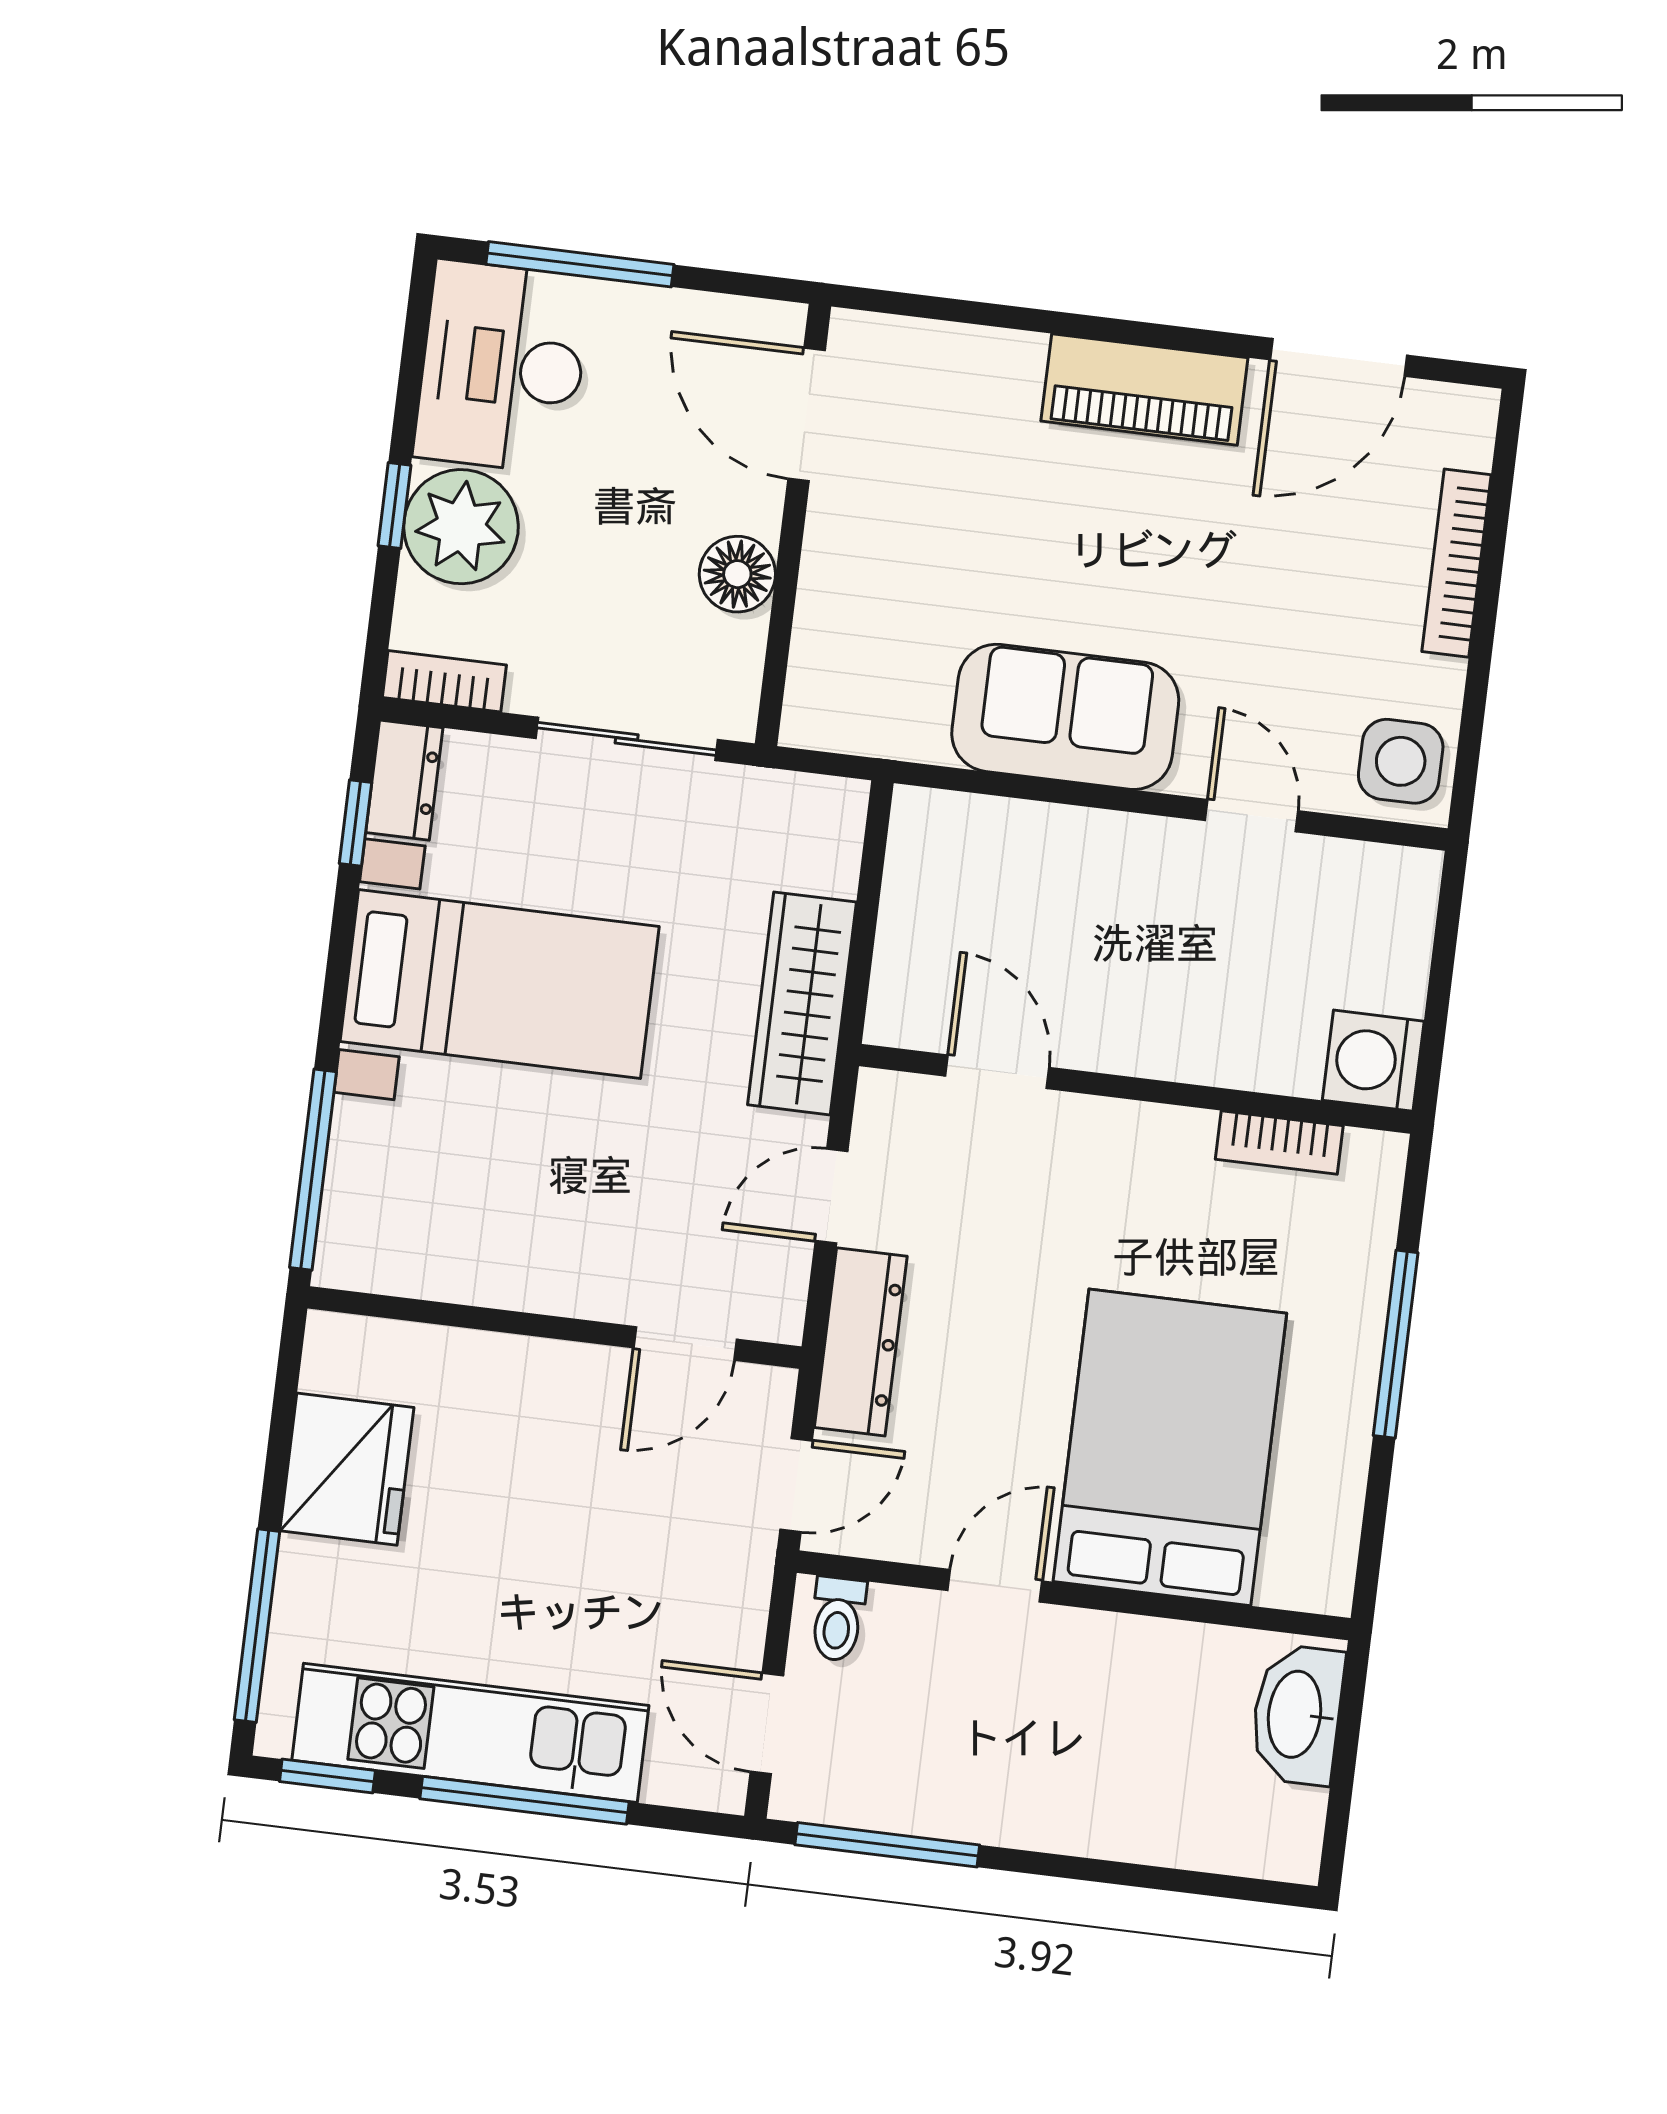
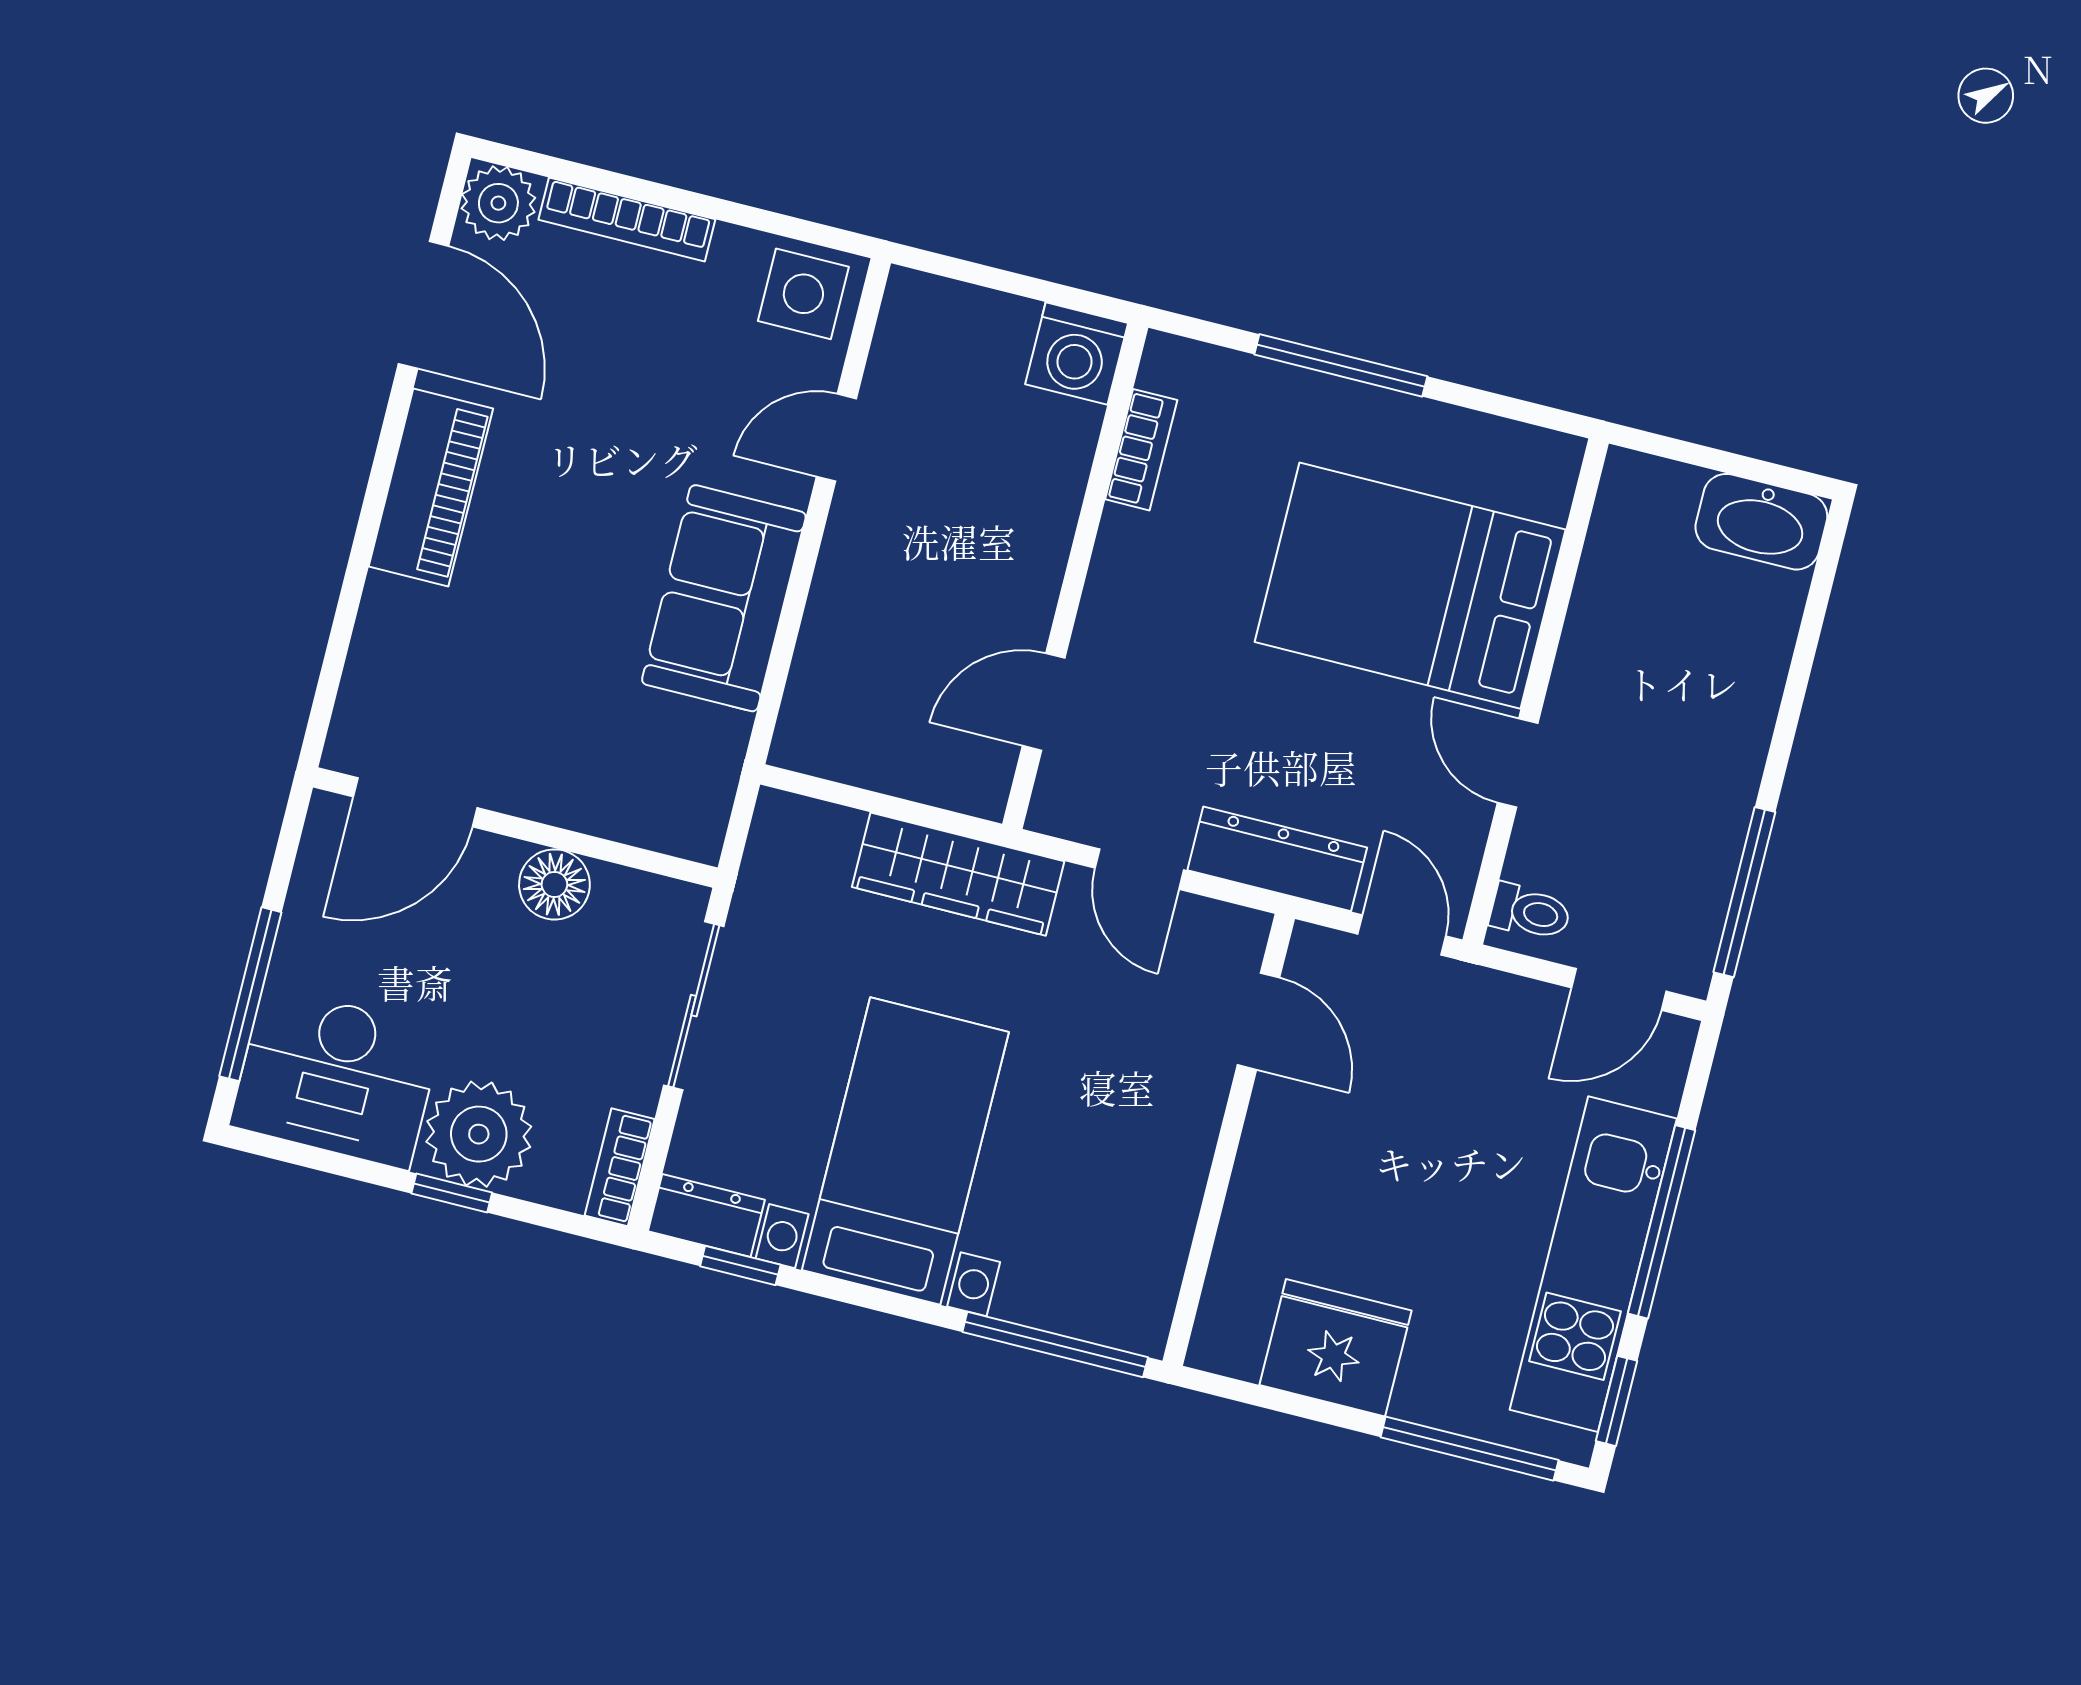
plant: (1457, 424) -> (498, 203), added
washbasin: (1297, 1715) -> (1761, 522), moved

